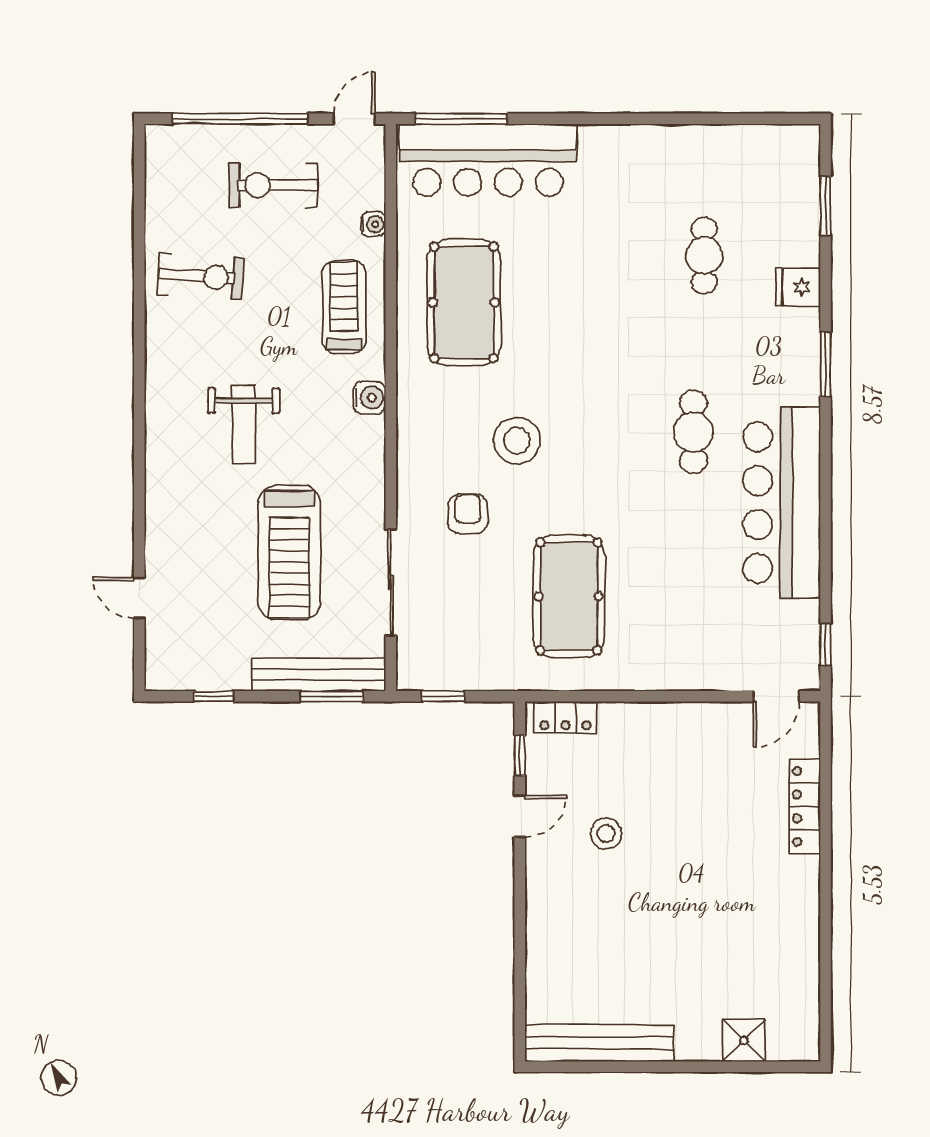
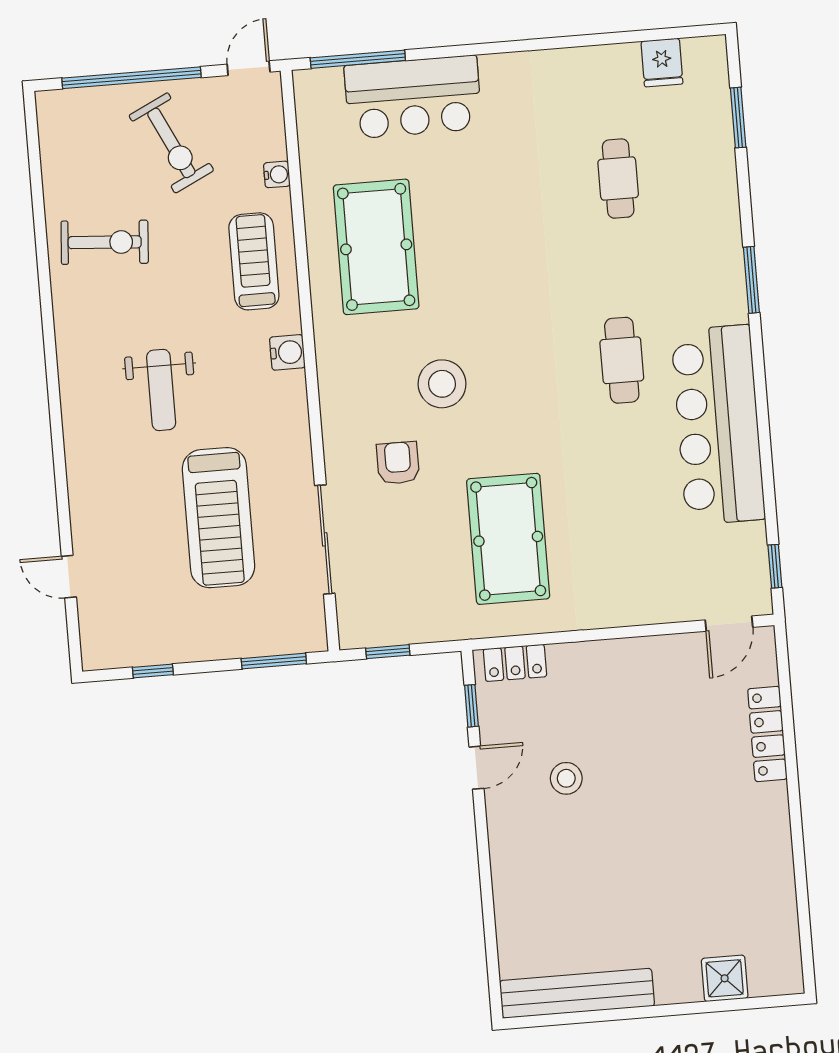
bar counter: (488, 160) -> (413, 97), width x0.73
exercise bike: (273, 185) -> (171, 143), turned -116
fridge: (798, 287) -> (662, 63), moved, turned -90
bench: (319, 675) -> (259, 640), removed

